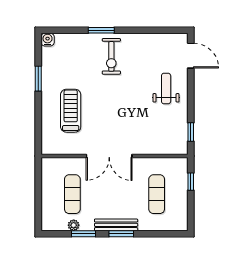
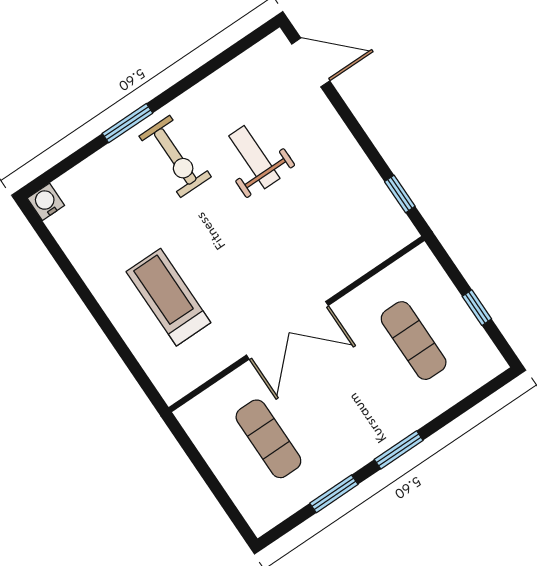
window: (38, 79) -> (75, 280), removed
weight bench: (166, 89) -> (254, 157), moved
window: (191, 182) -> (477, 308), moved
plant: (74, 225) -> (307, 491), removed
bench: (116, 225) -> (379, 441), removed

